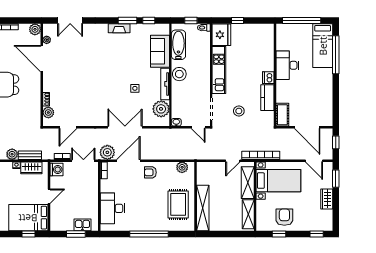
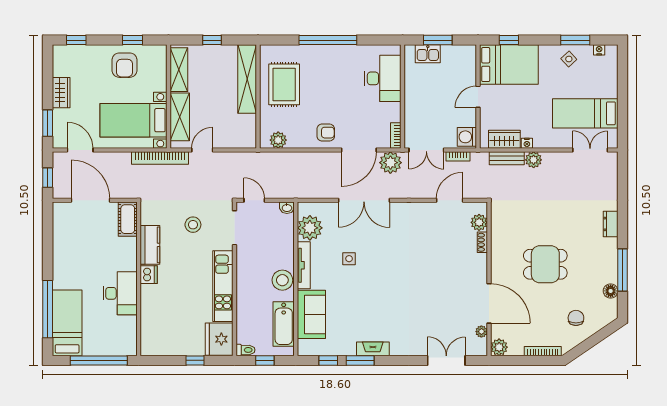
window: (226, 234) -> (212, 40), added

